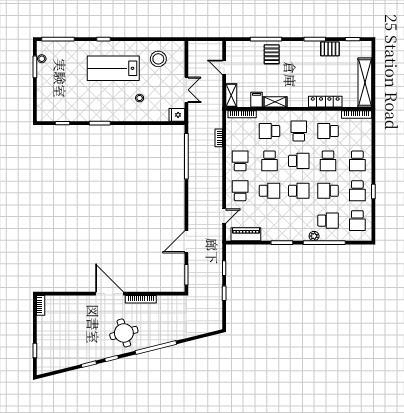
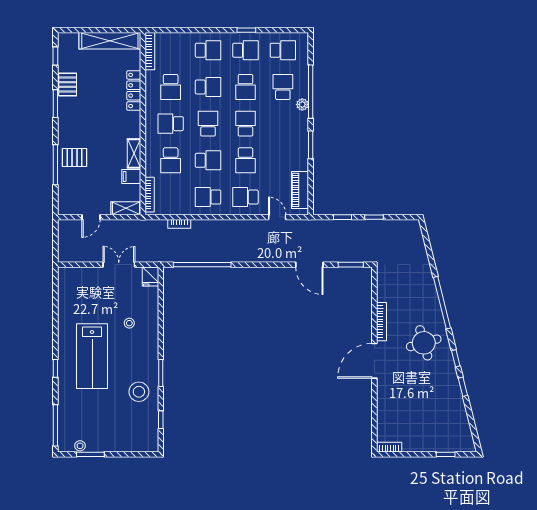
stool: (158, 59) -> (139, 392), moved
school desk: (269, 191) -> (245, 160), turned 180

